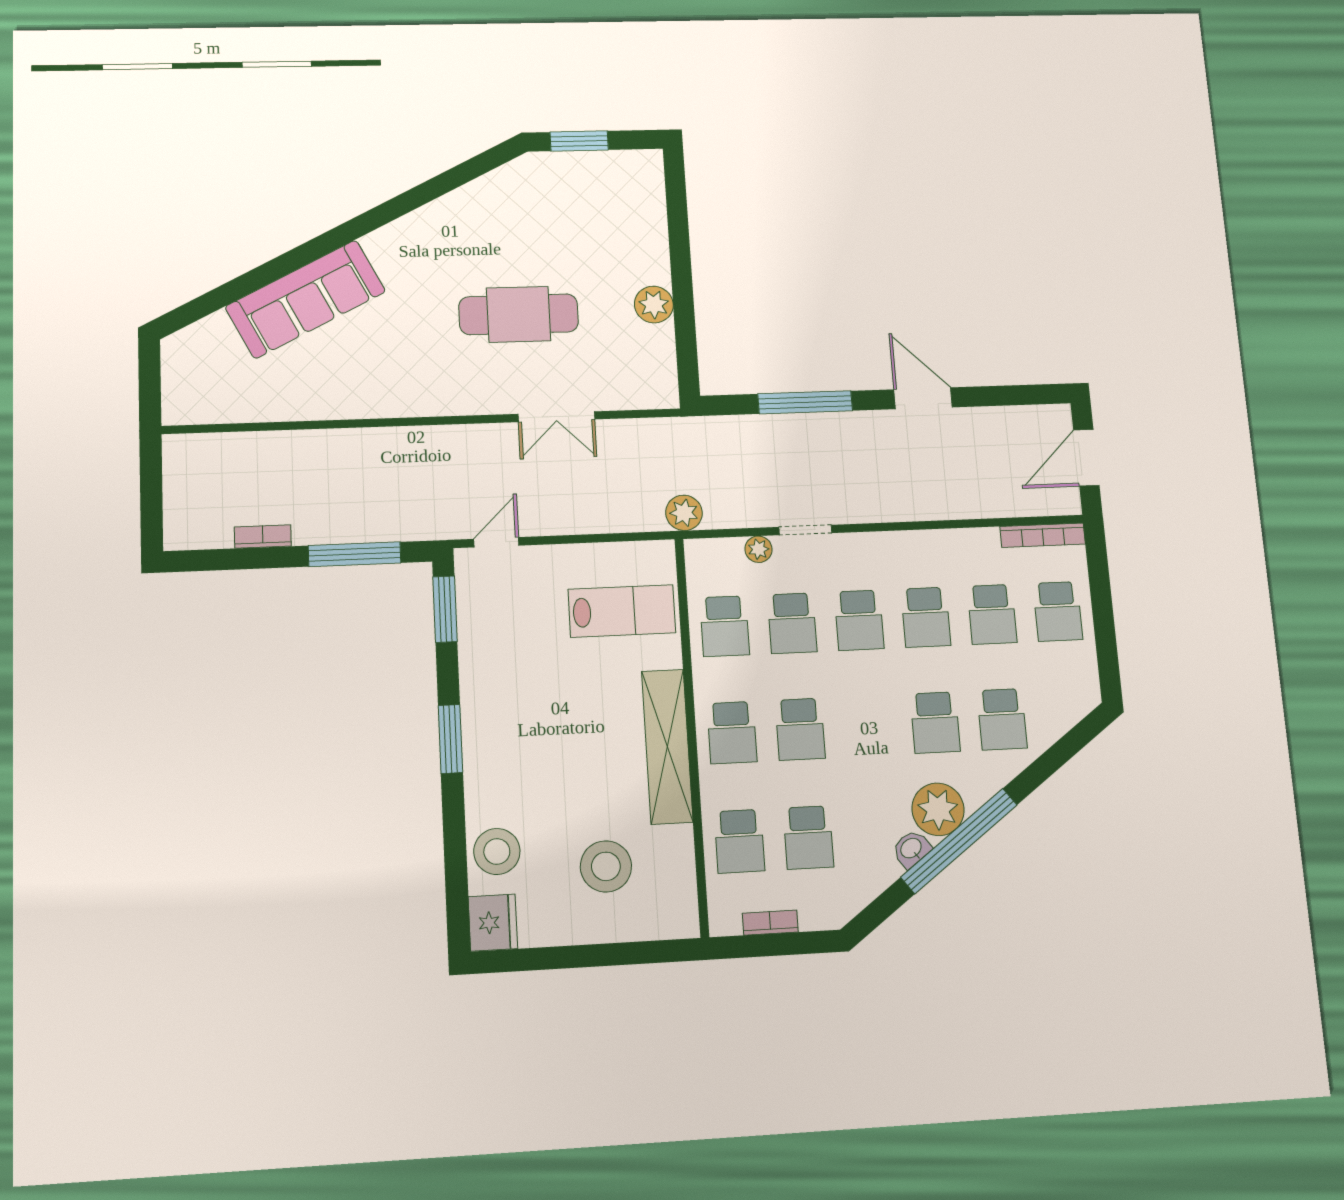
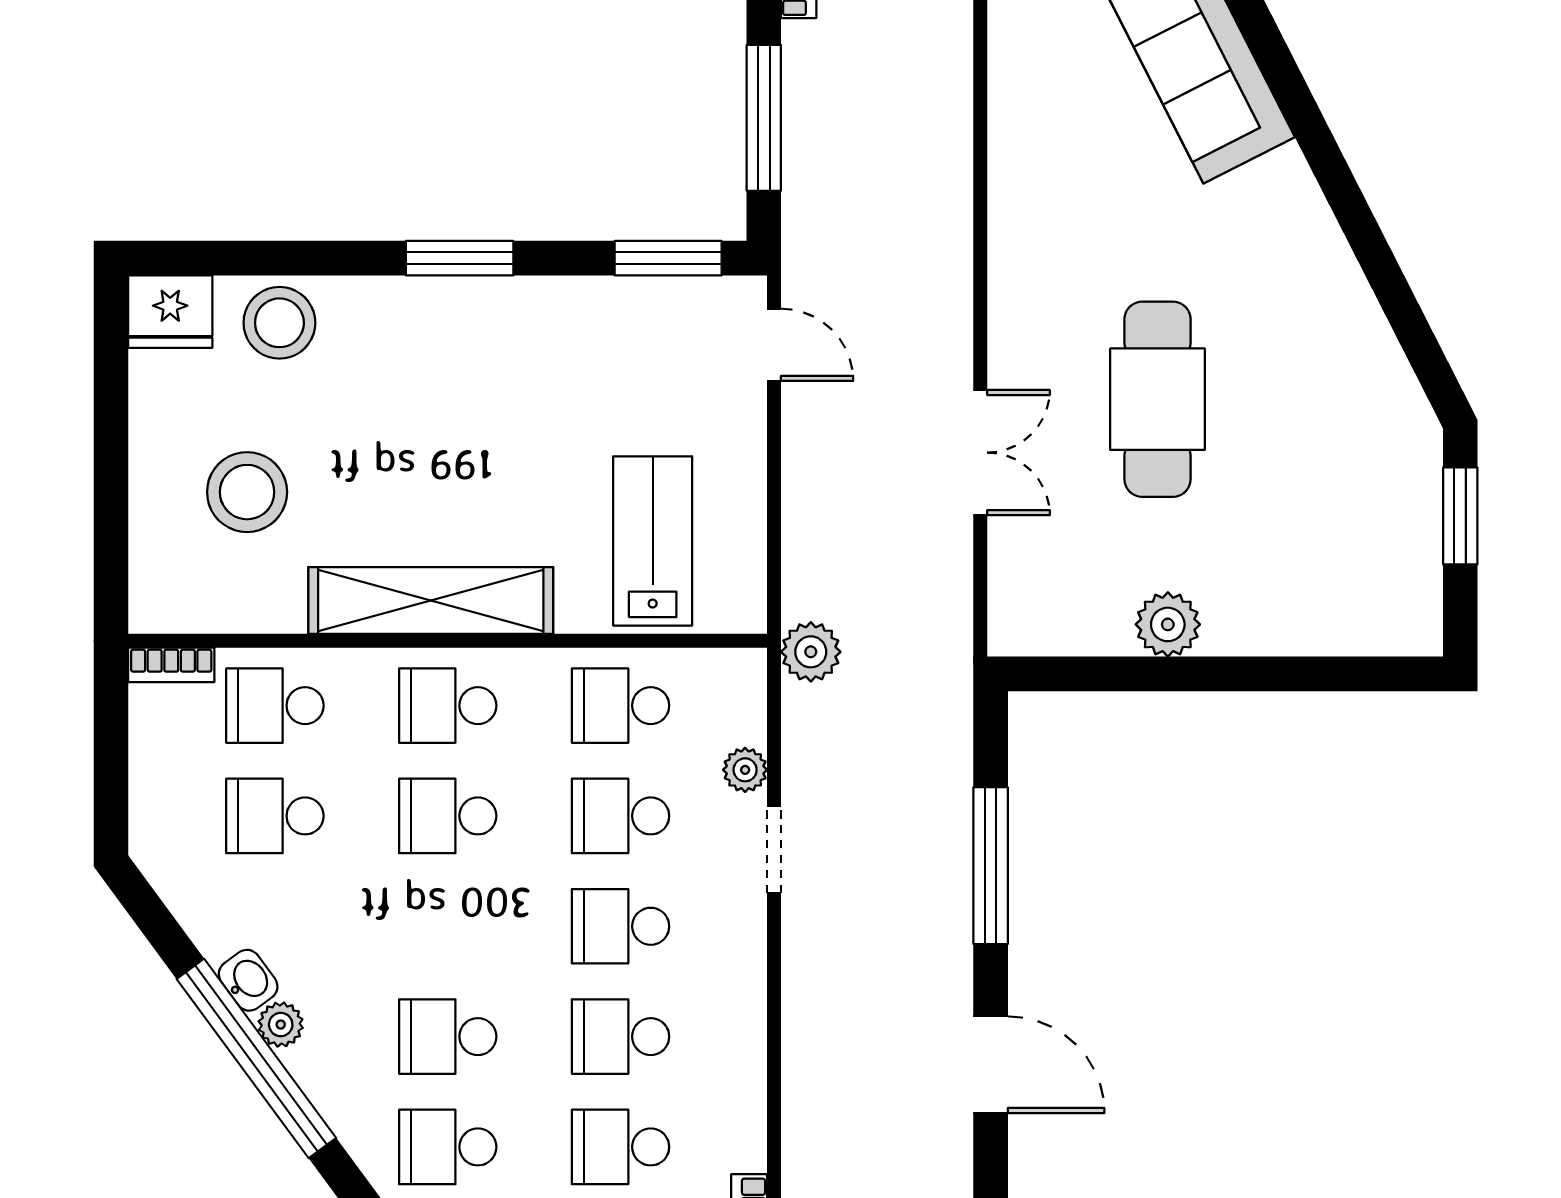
door: (923, 398) -> (991, 1065), hinge flipped
double door: (556, 417) -> (980, 453), swing flipped
lab bench: (622, 611) -> (653, 541), turned 180
plant: (938, 809) -> (281, 1025), width x0.53, depth x0.53
bookcase: (770, 923) -> (171, 665), moved, turned 90

